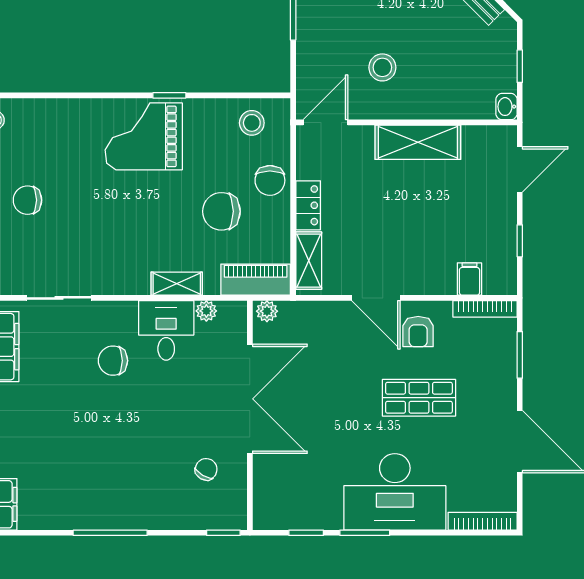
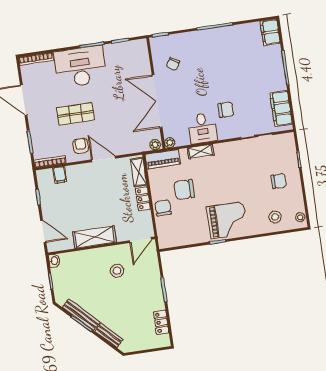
stool: (252, 123) -> (275, 217), moved
door: (520, 169) -> (43, 231), swing flipped
chair: (221, 211) -> (184, 190), turned 180
plant: (206, 311) -> (170, 143), moved

